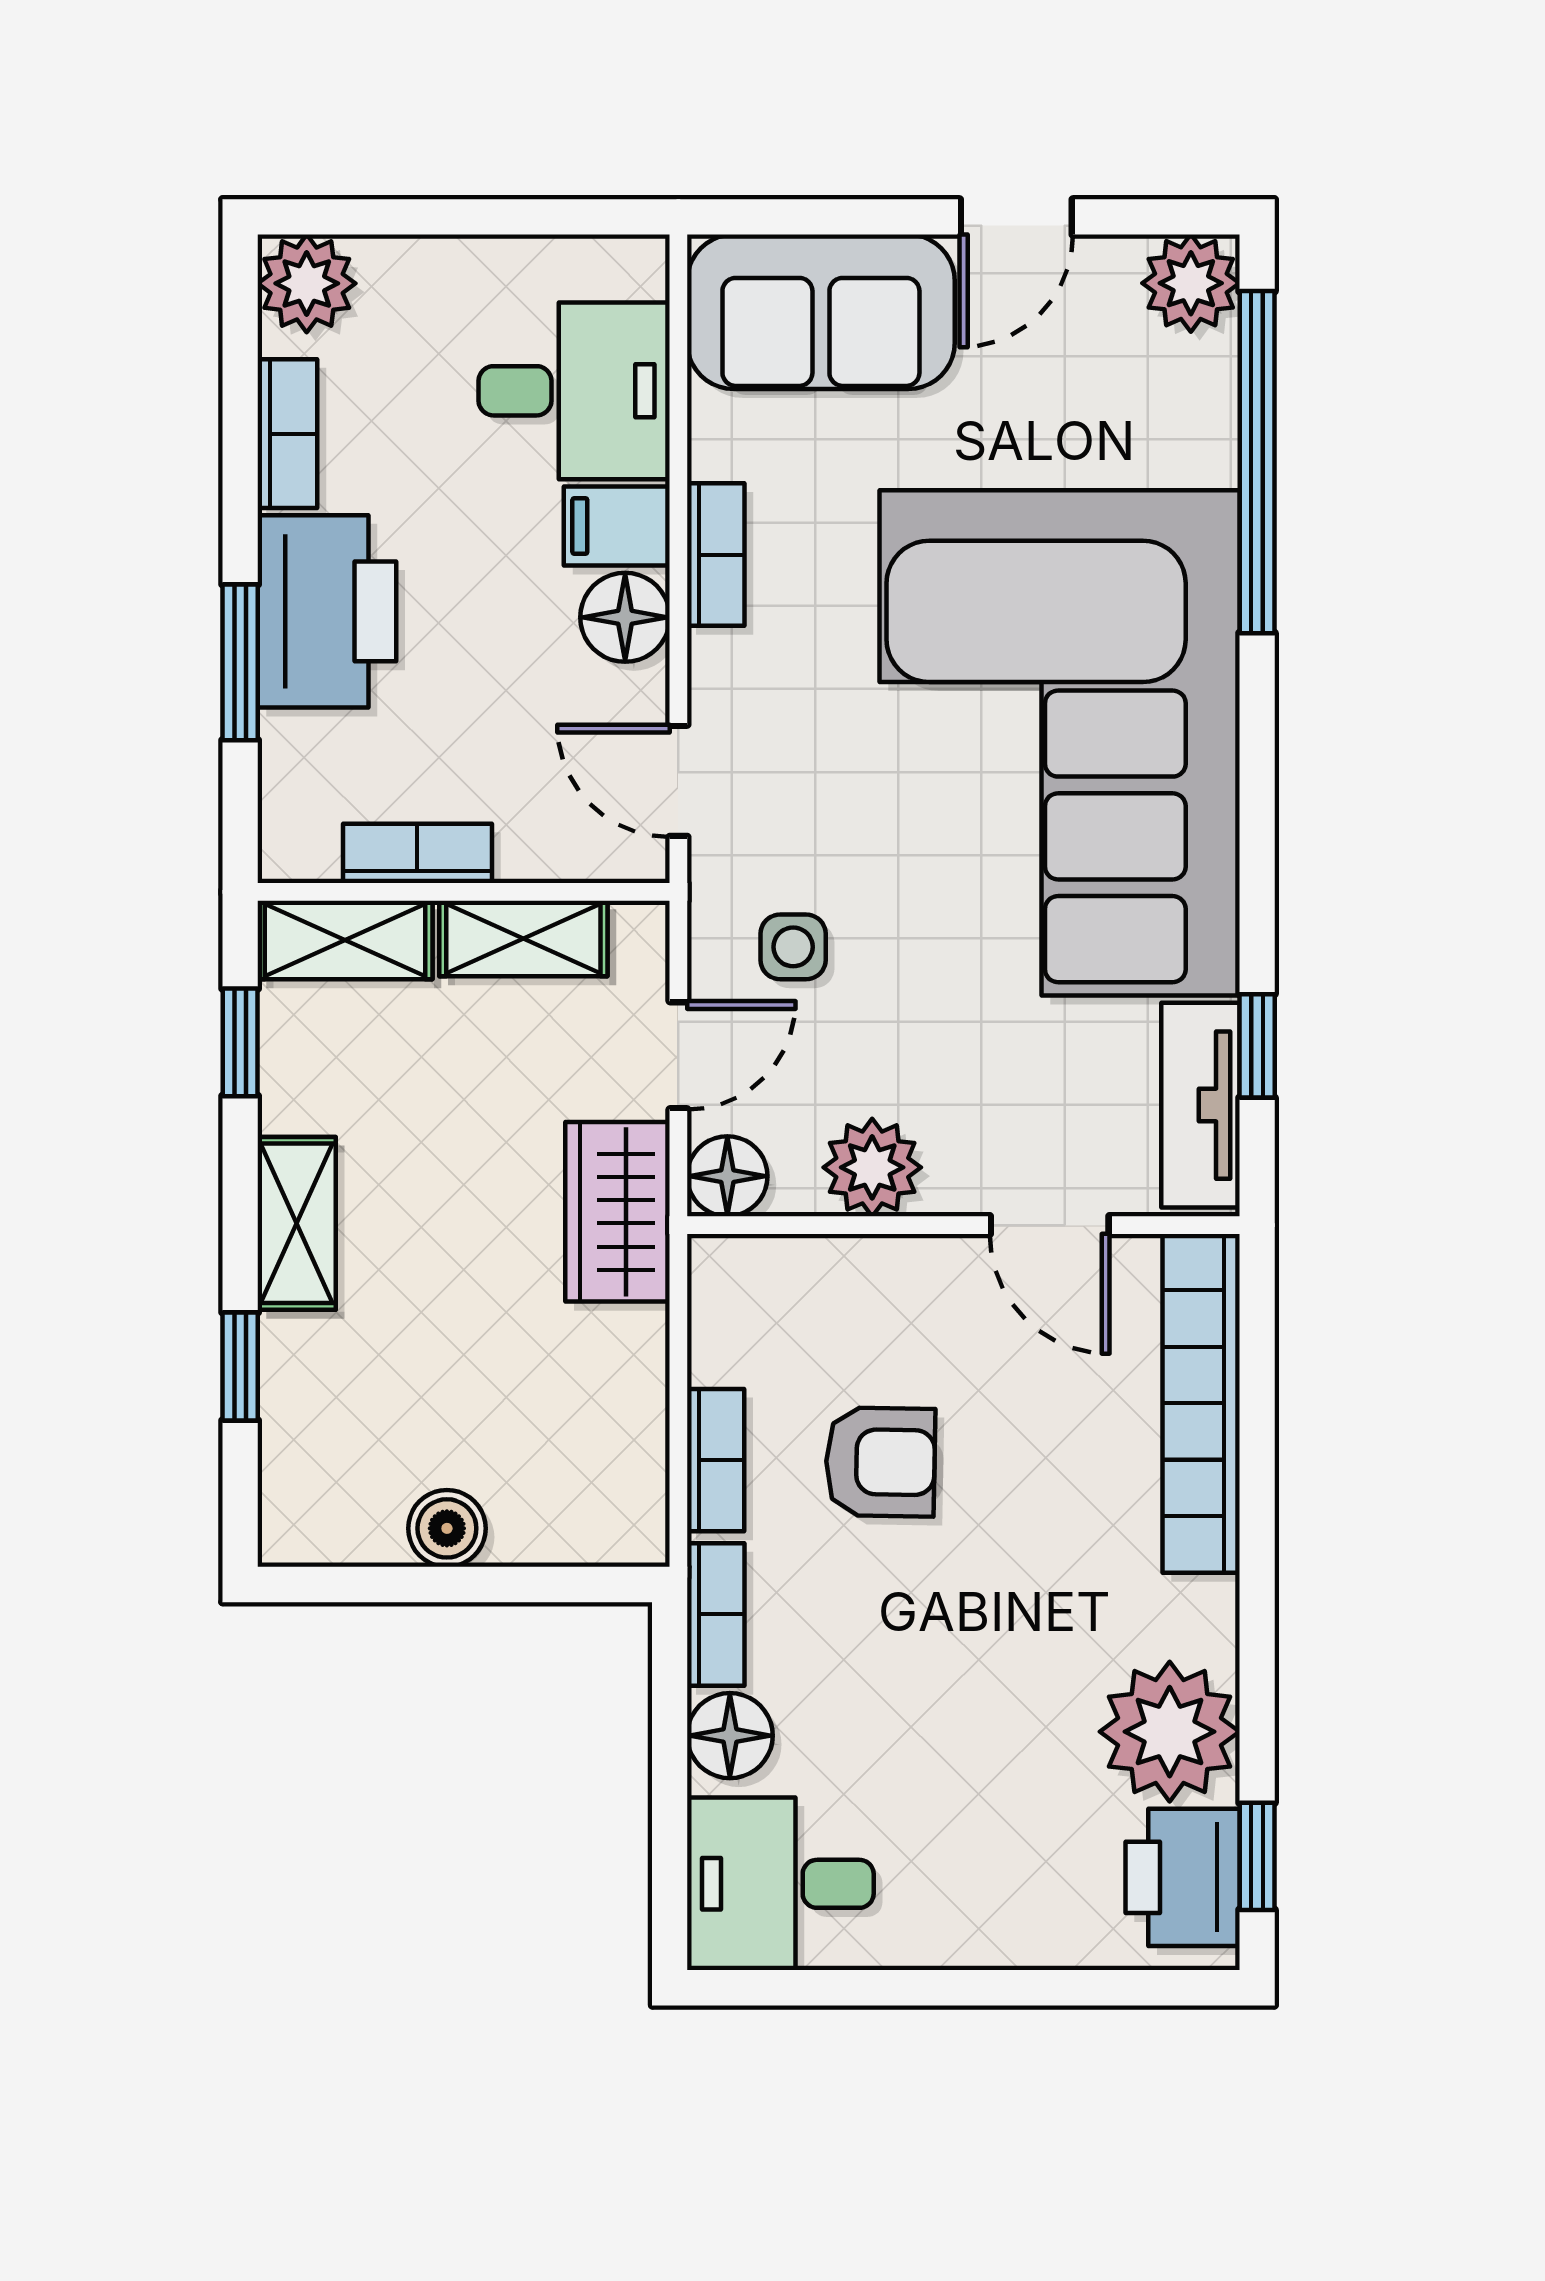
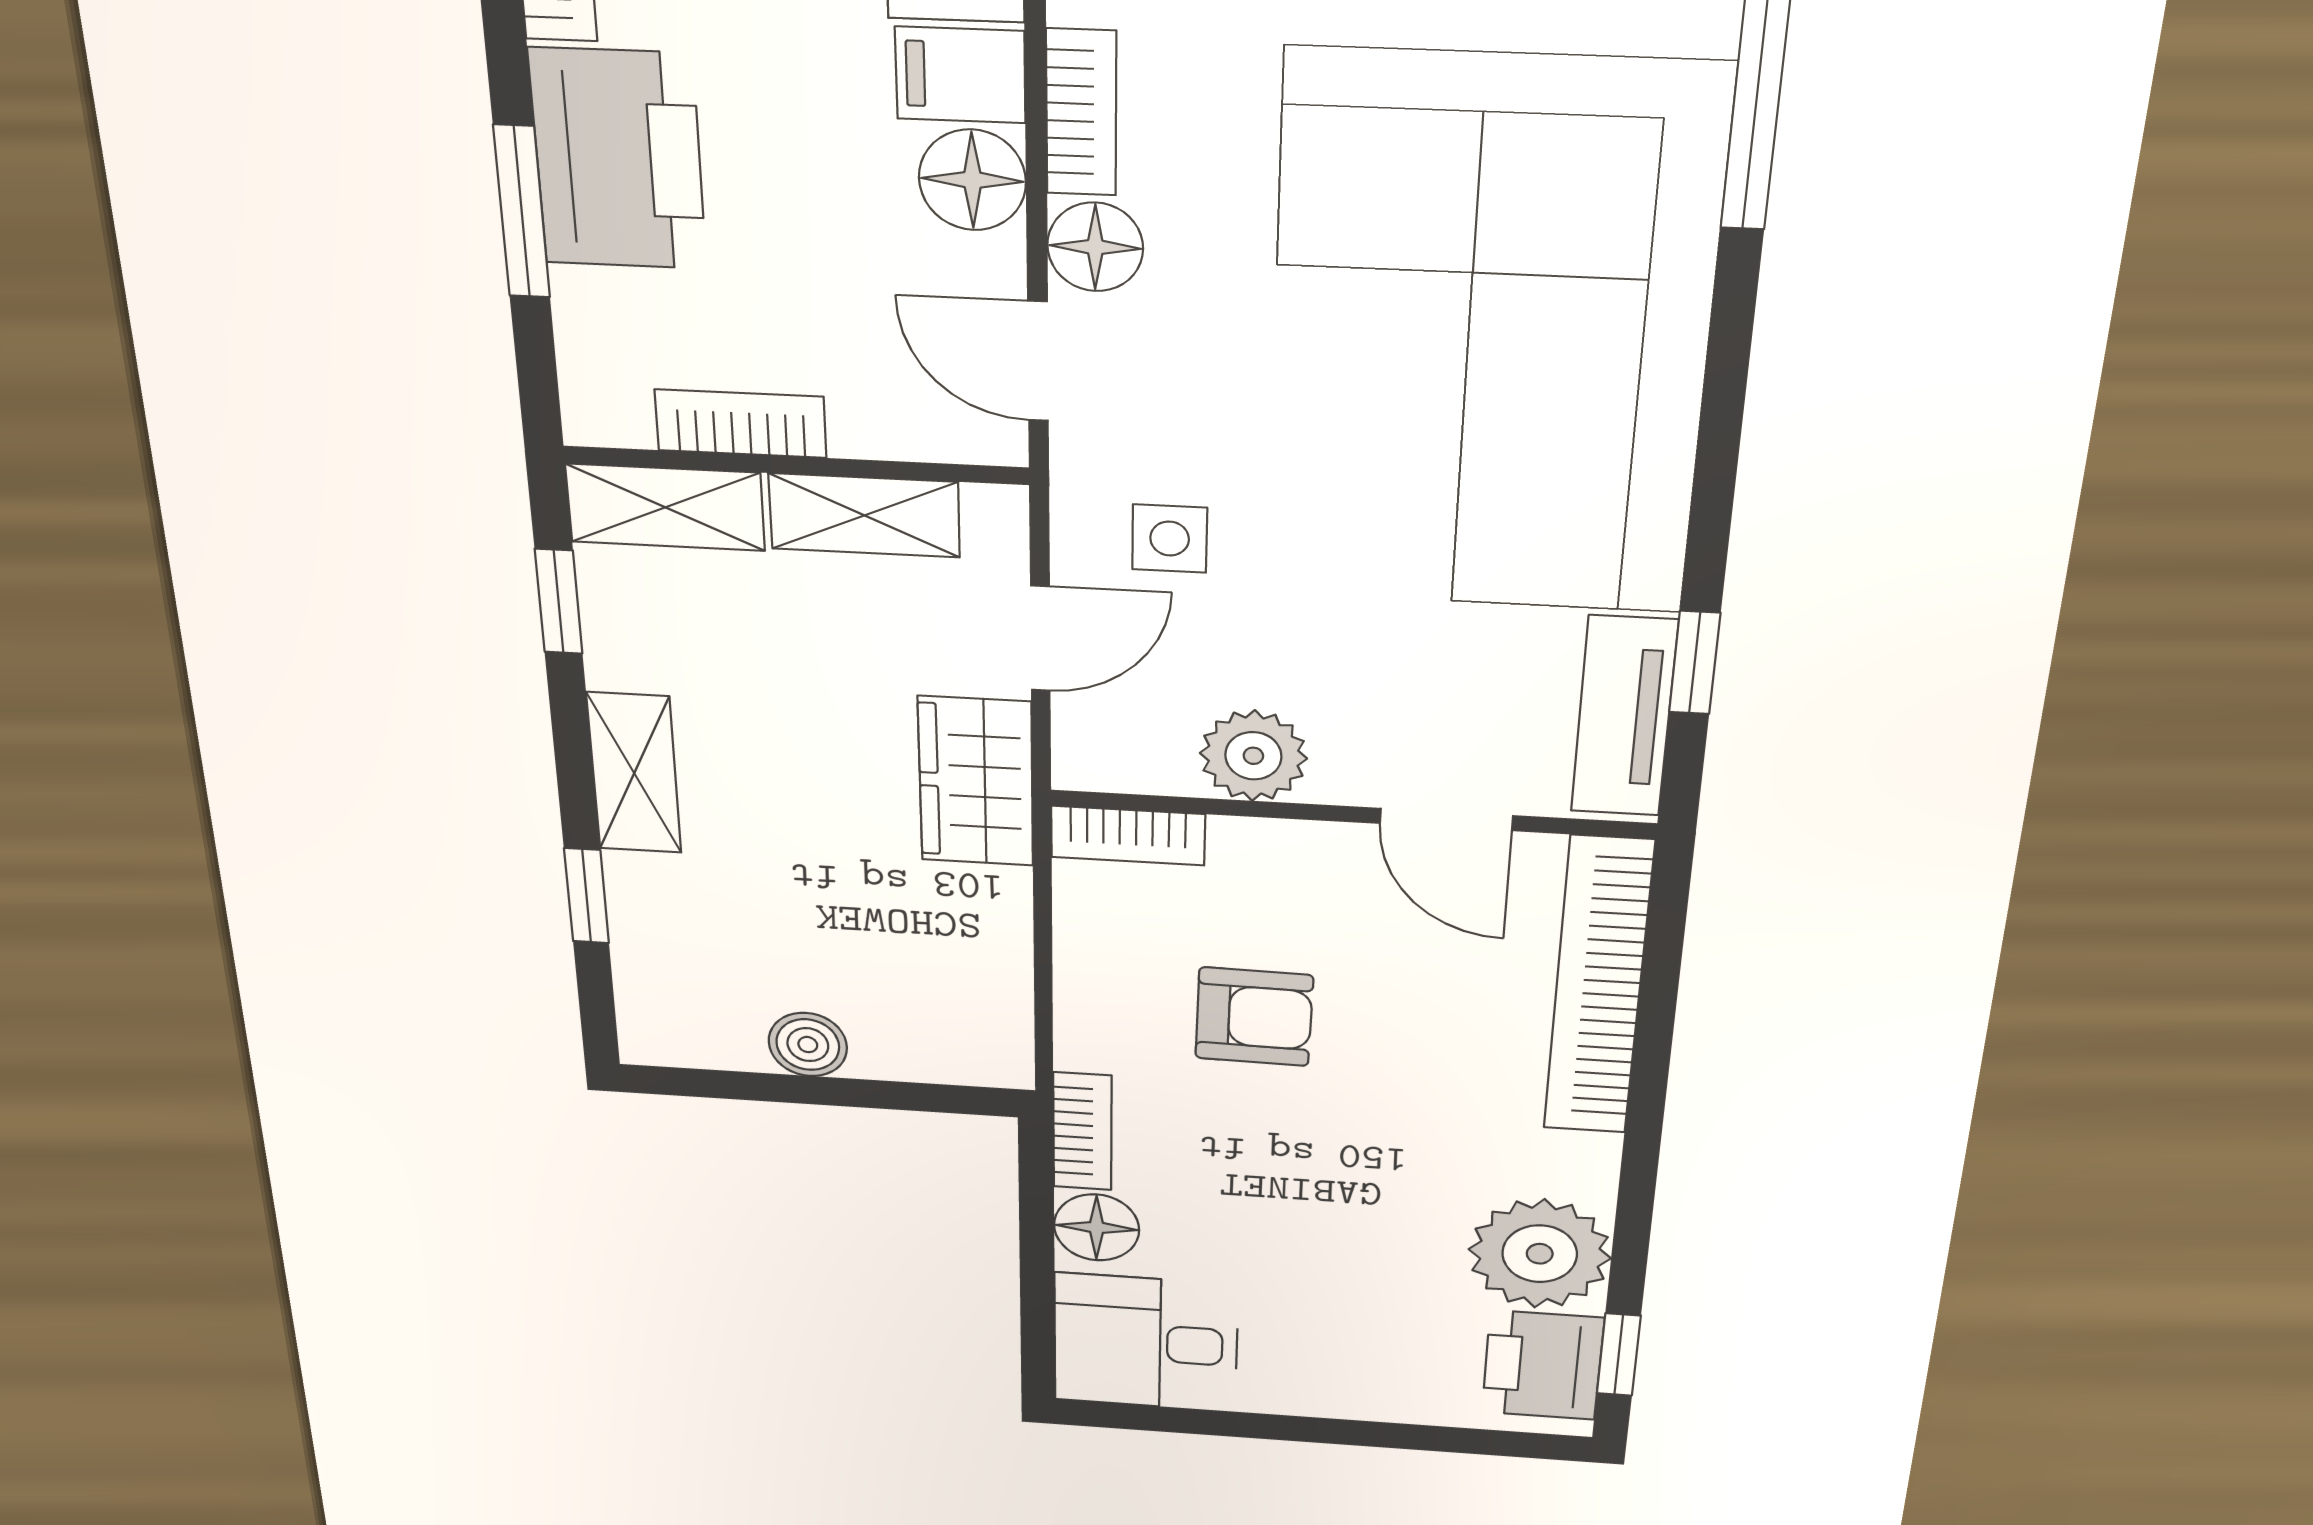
floor lamp: (727, 1176) -> (1095, 247), moved
bookcase: (716, 1460) -> (1128, 836), moved, turned 90

